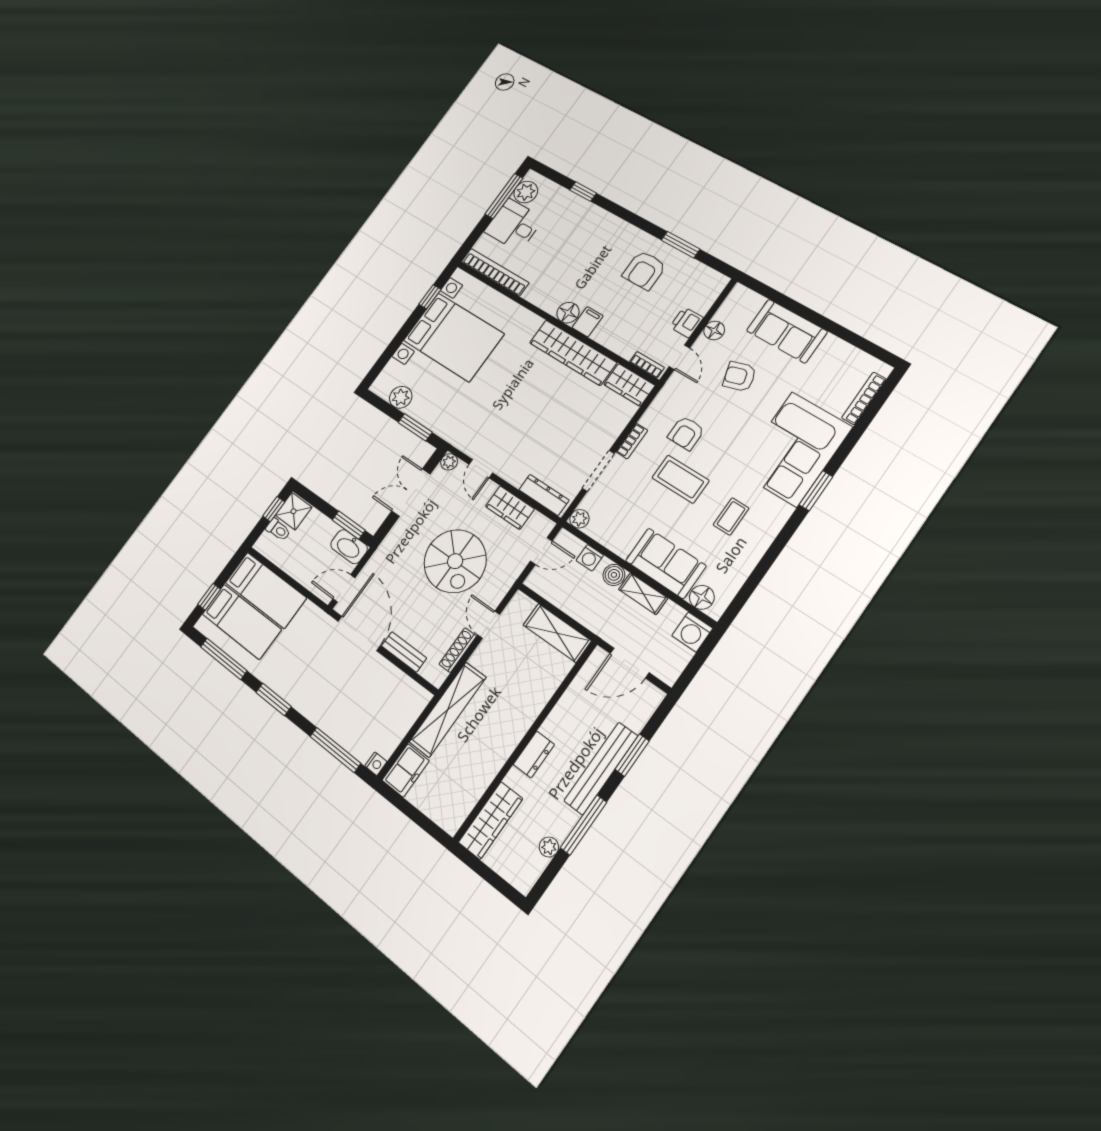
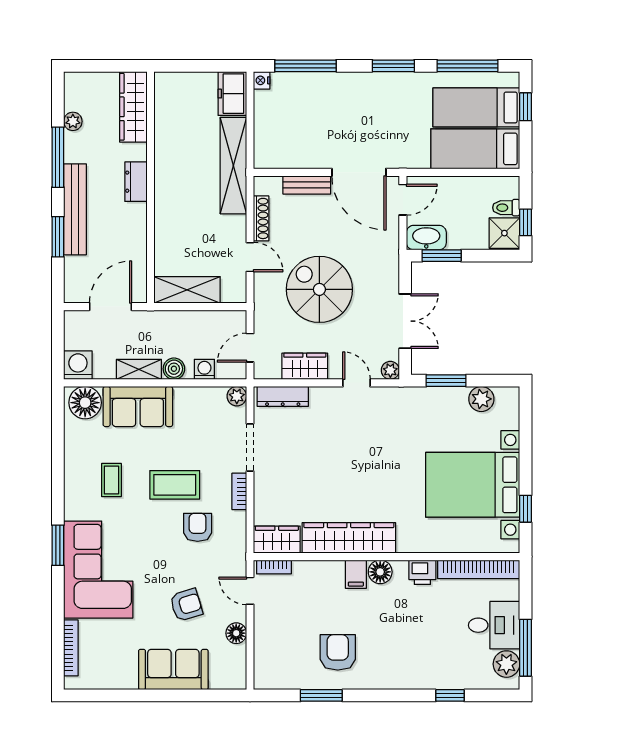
printer: (687, 322) -> (422, 572), moved, turned 90
floor lamp: (702, 597) -> (85, 403), width x1.38, depth x1.38

